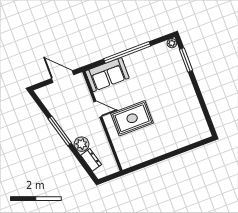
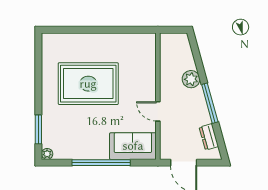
rug: (132, 118) -> (88, 84), moved, width x1.37, depth x1.44
dresser: (91, 160) -> (209, 137), moved

